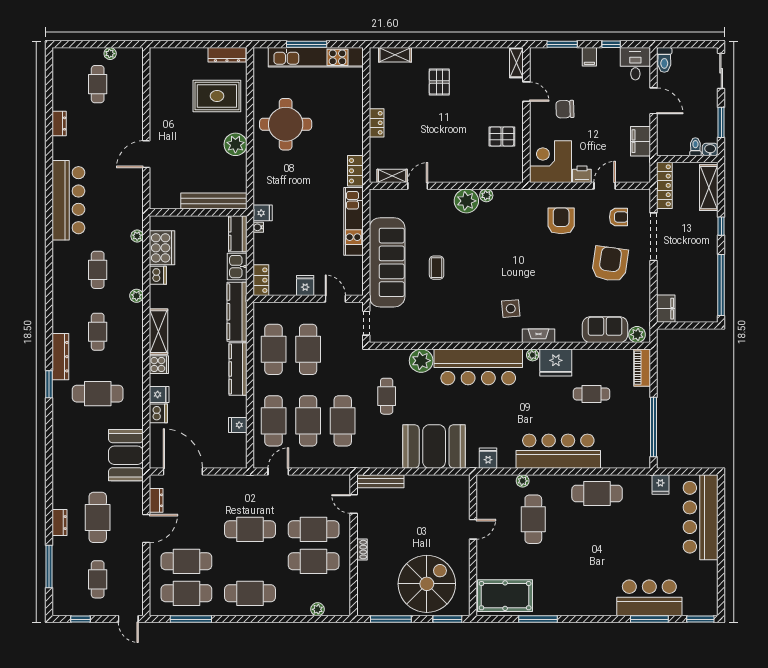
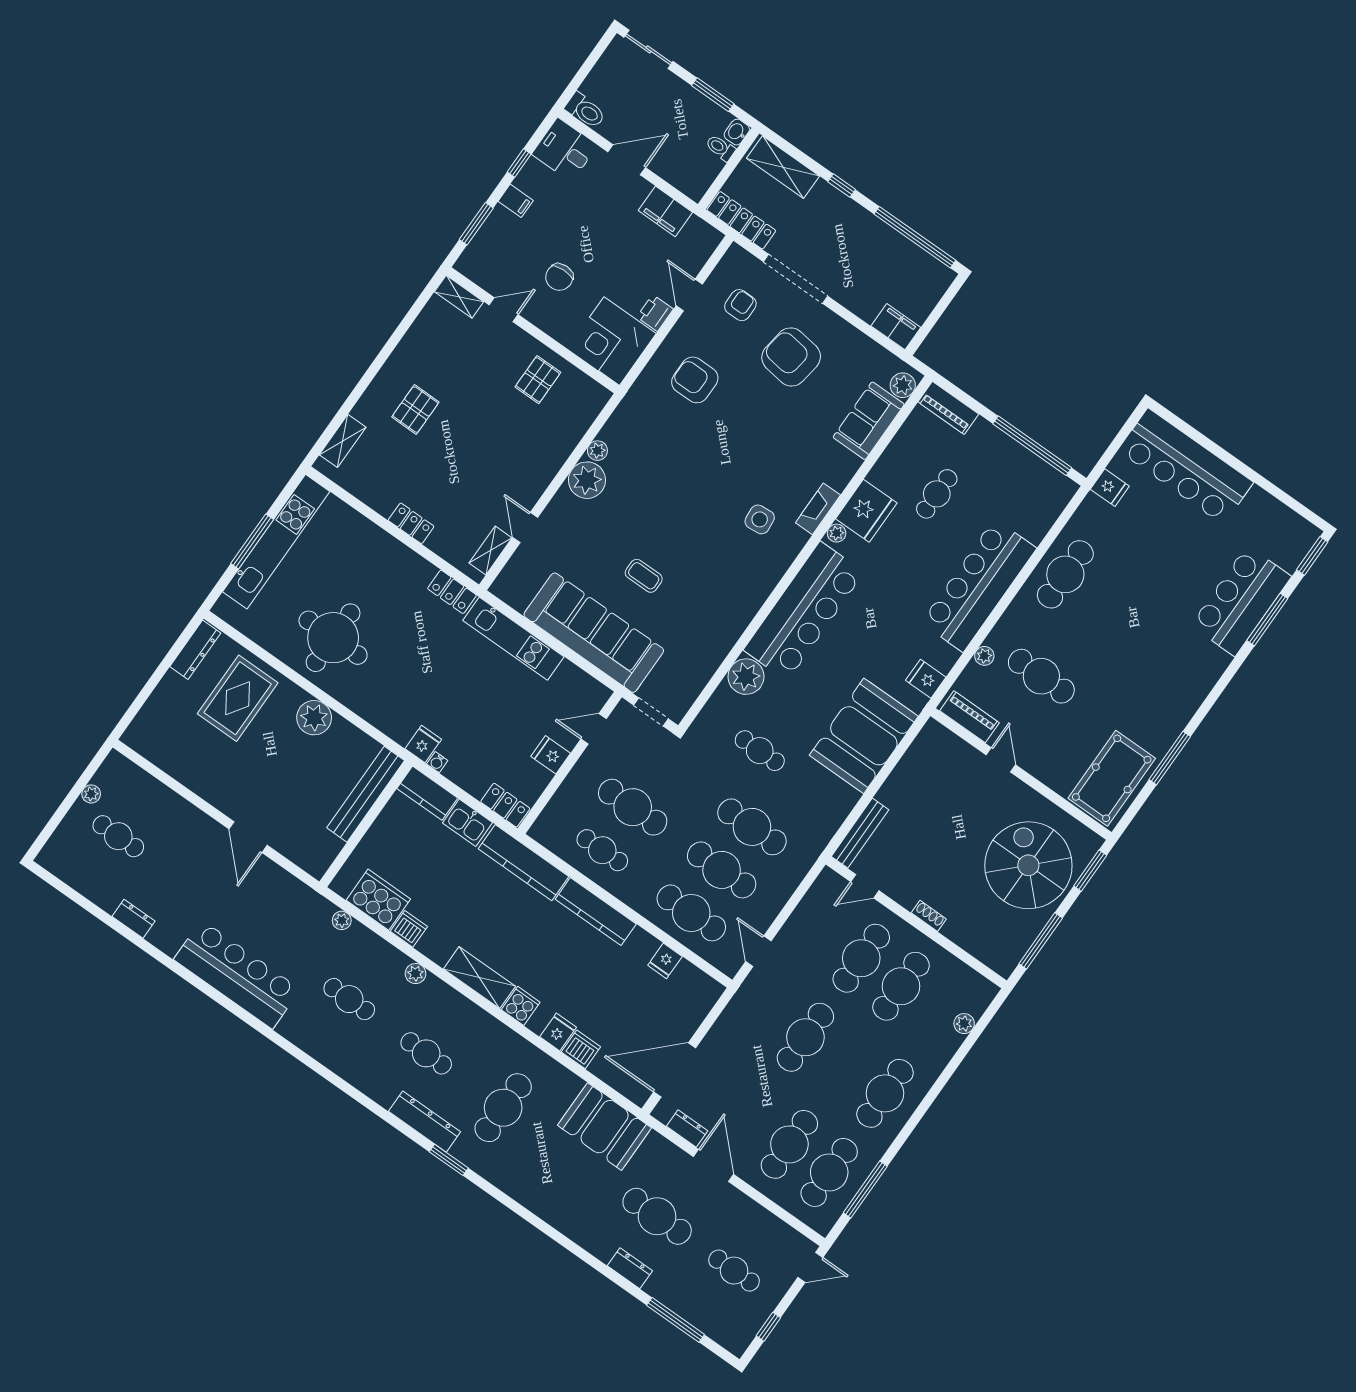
pallet: (439, 82) -> (415, 410), turned 90
cafe table: (274, 349) -> (602, 850), width x0.73, depth x0.74
piano: (484, 496) -> (970, 717), added

